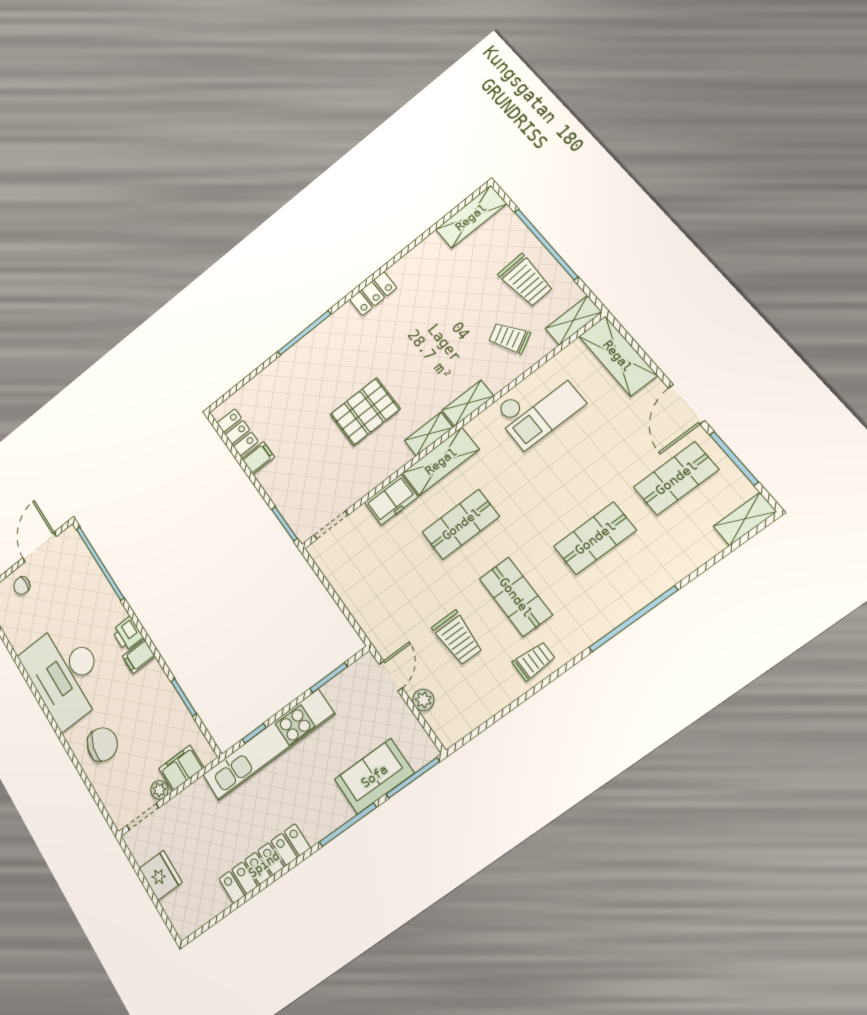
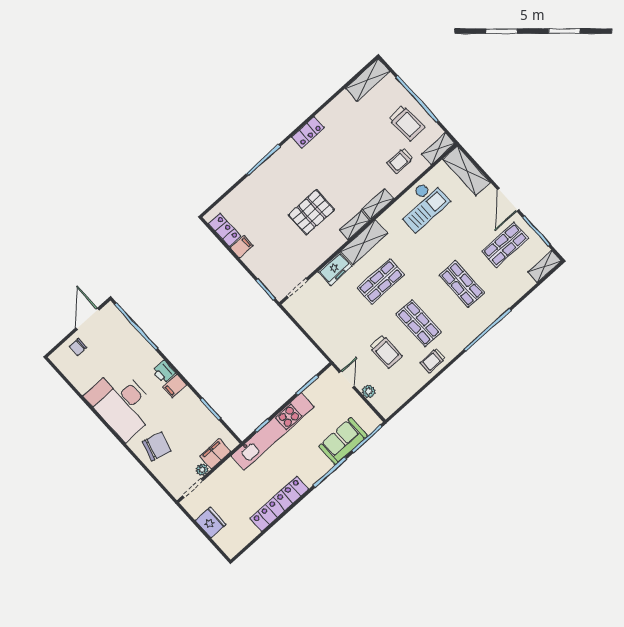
trolley: (509, 338) -> (400, 161), turned -60
shop shelf: (595, 538) -> (462, 284), turned 90
trolley: (534, 661) -> (433, 361), turned 180

